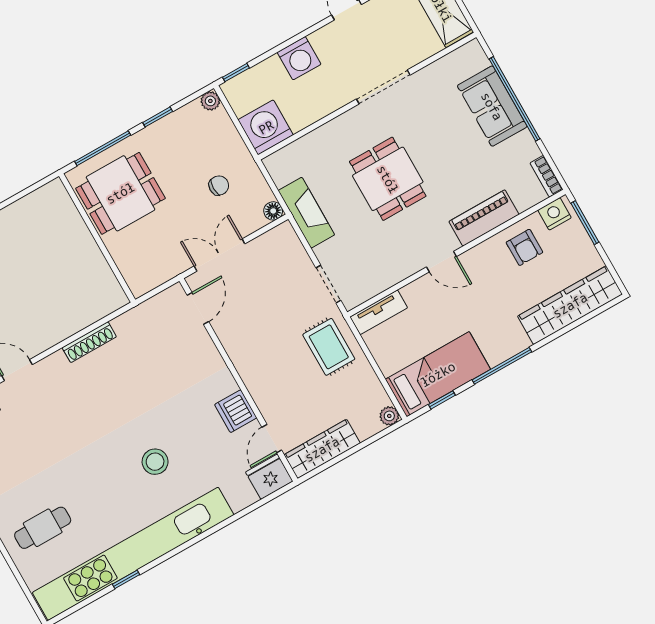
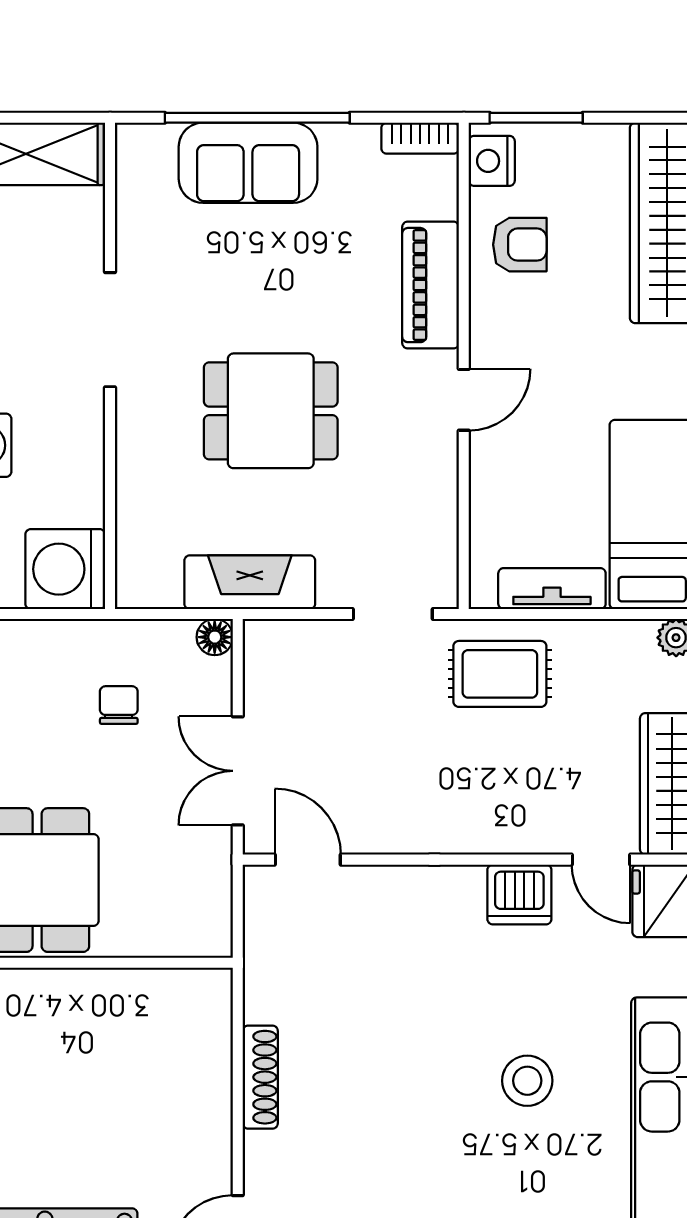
tv unit: (379, 312) -> (552, 589), moved, turned -90

